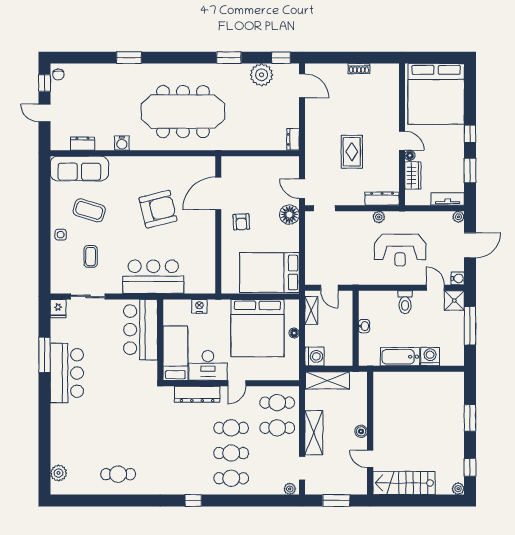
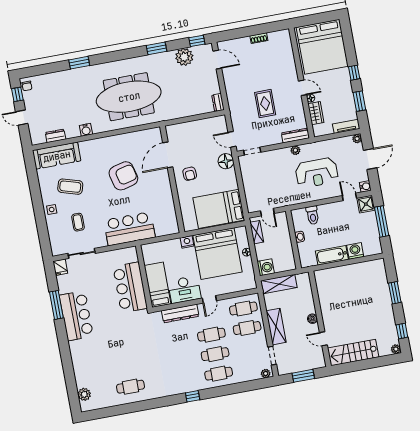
toilet: (405, 302) -> (313, 215), moved
nightstand: (199, 306) -> (187, 242), moved
bar counter: (141, 330) -> (130, 287), moved

